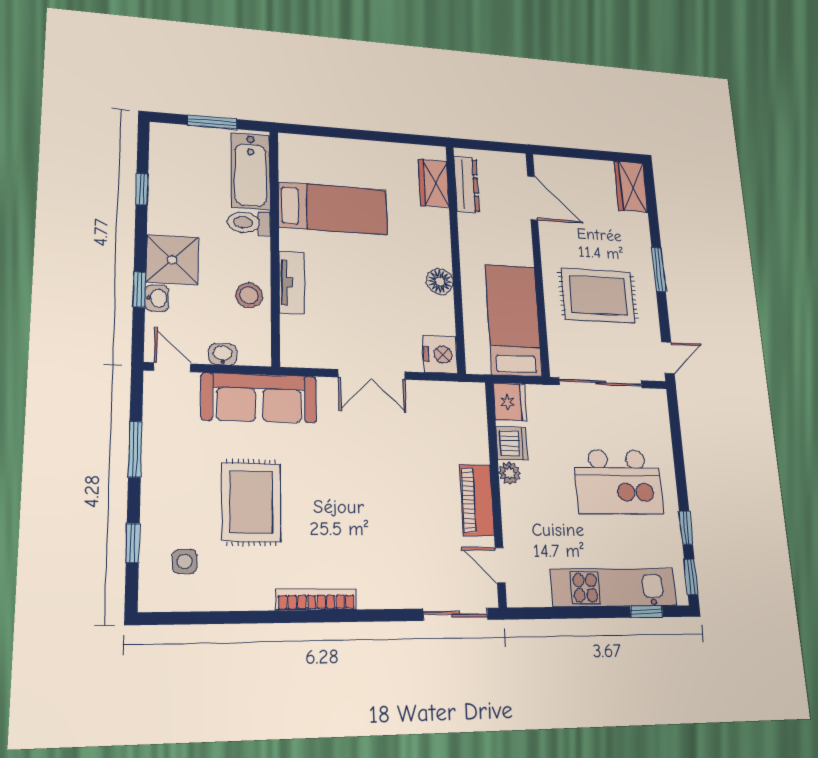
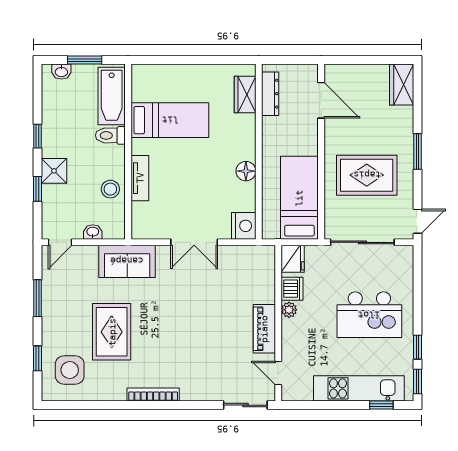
window: (142, 189) -> (38, 136), moved
shower: (172, 260) -> (54, 171), width x0.73, depth x0.73
washbasin: (157, 298) -> (61, 72), moved, turned 90
door: (172, 367) -> (60, 242), swing flipped
sofa: (259, 398) -> (127, 261), width x0.73
side table: (185, 561) -> (70, 370), width x1.87, depth x1.87

